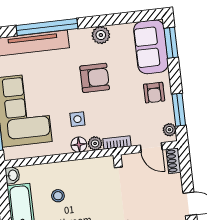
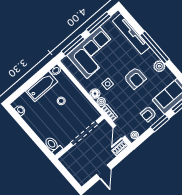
window: (47, 27) -> (155, 47), moved
window: (179, 110) -> (160, 123), moved

